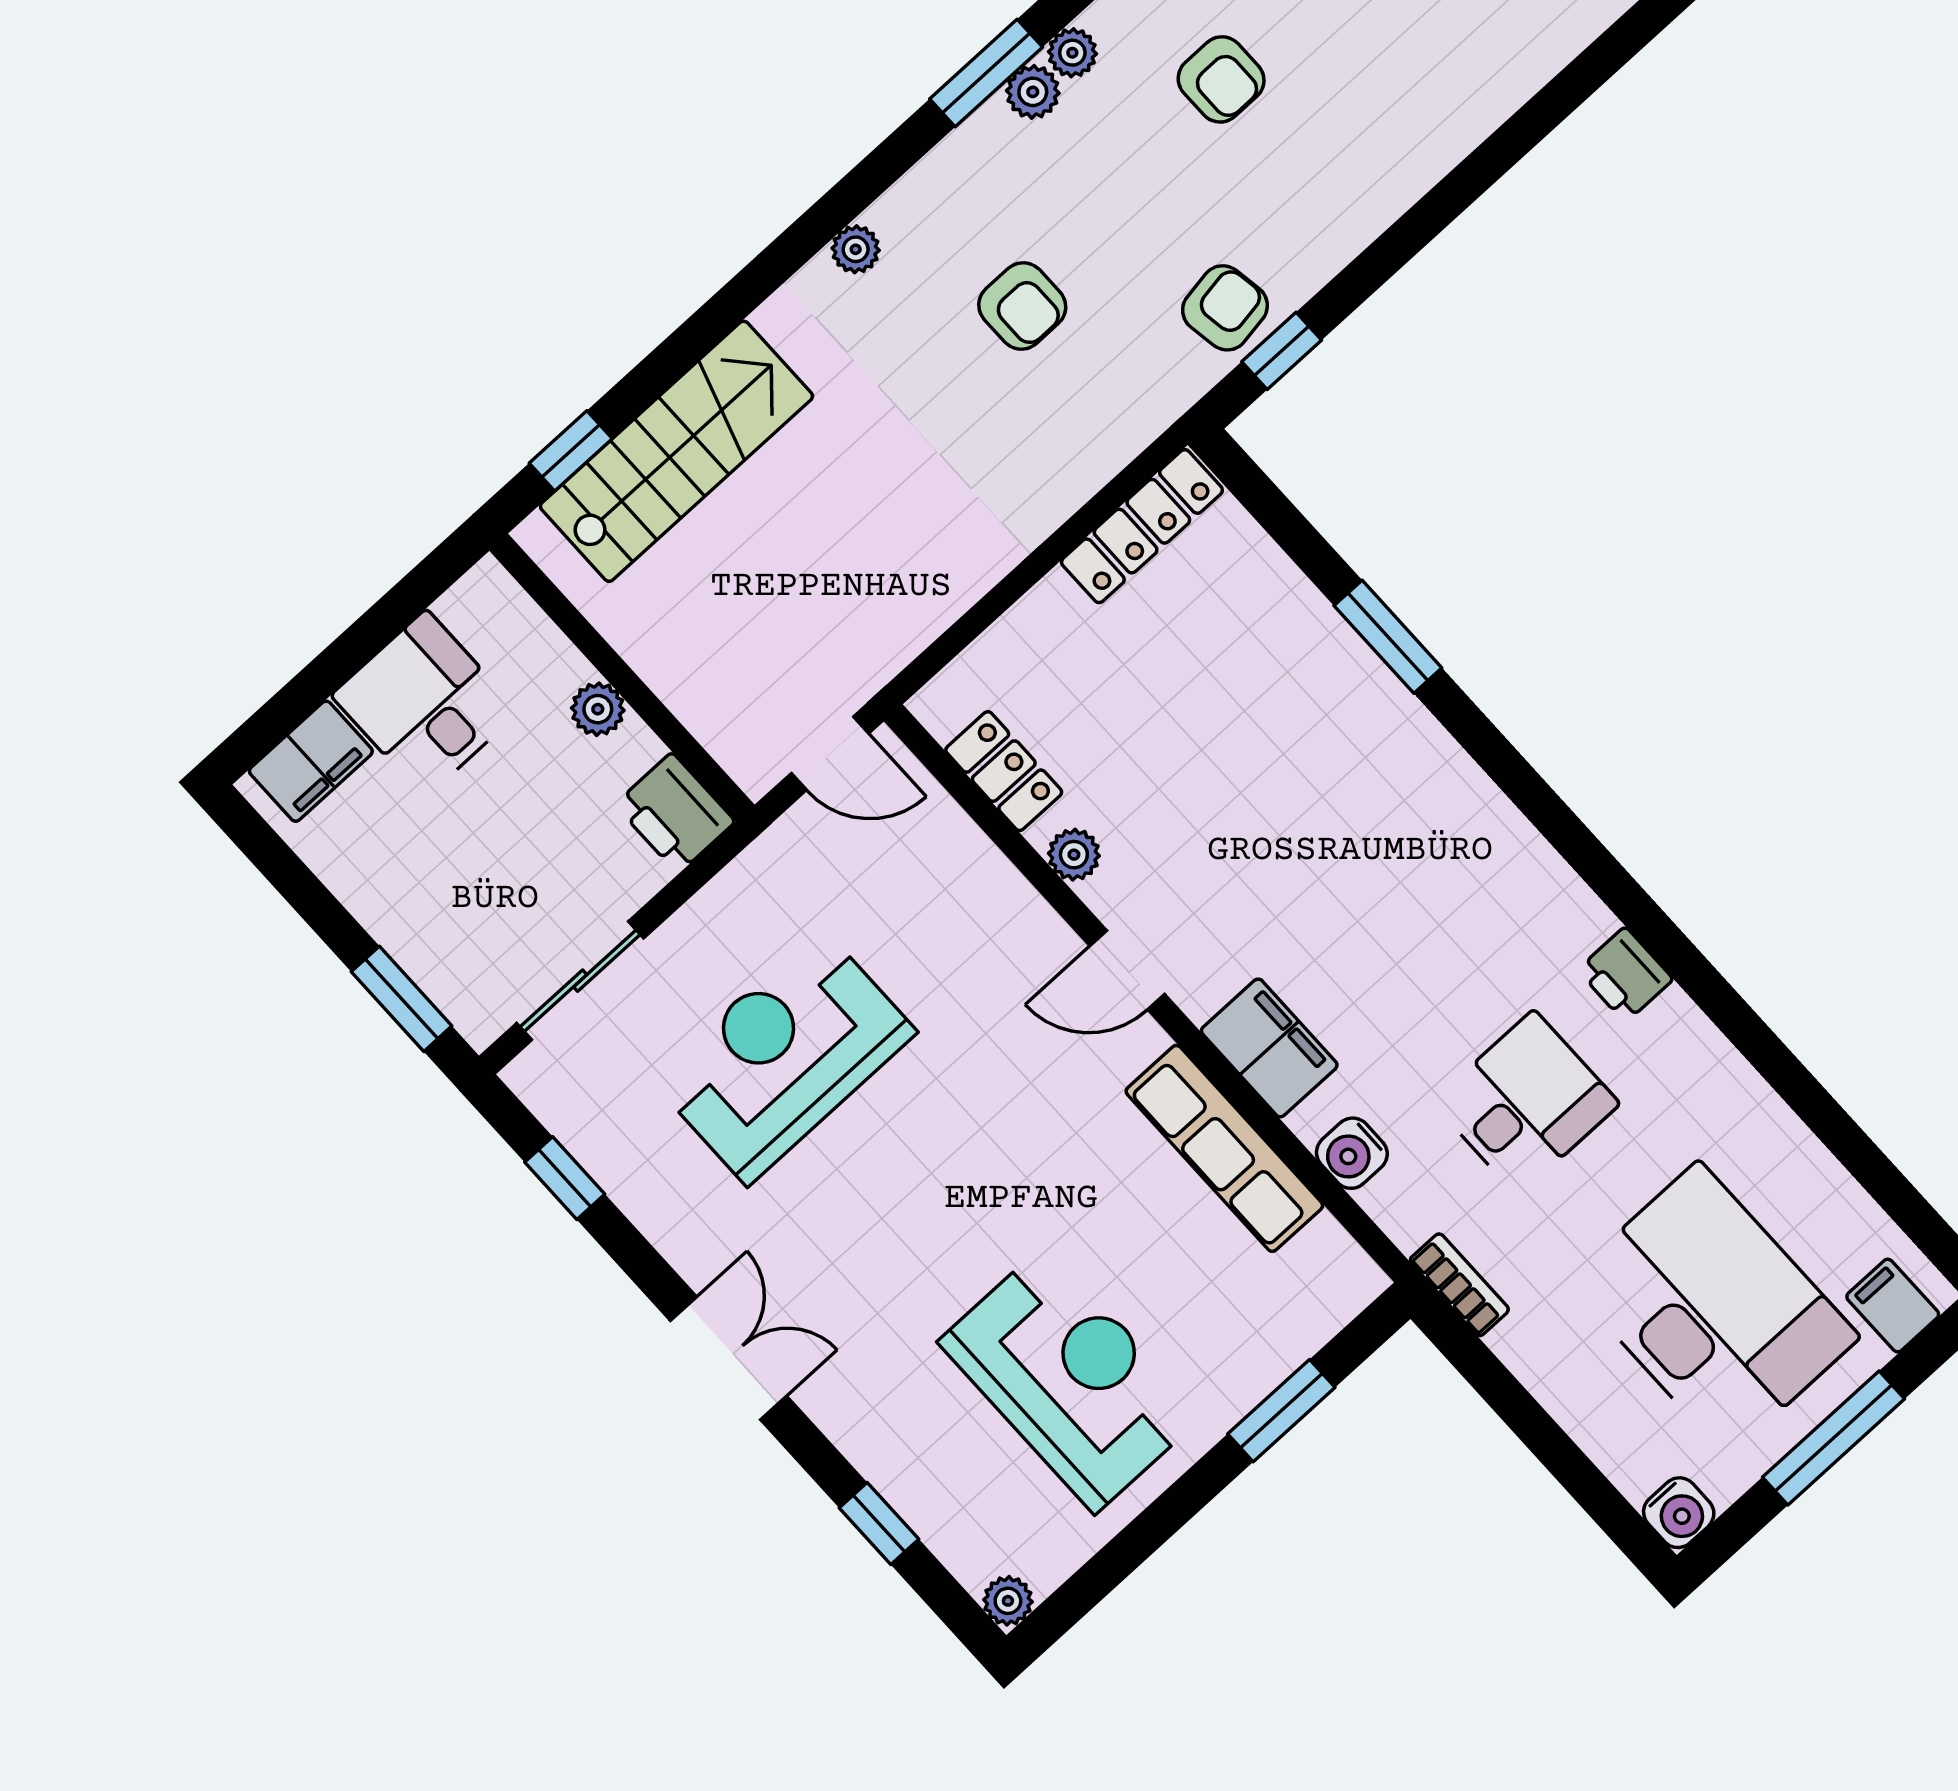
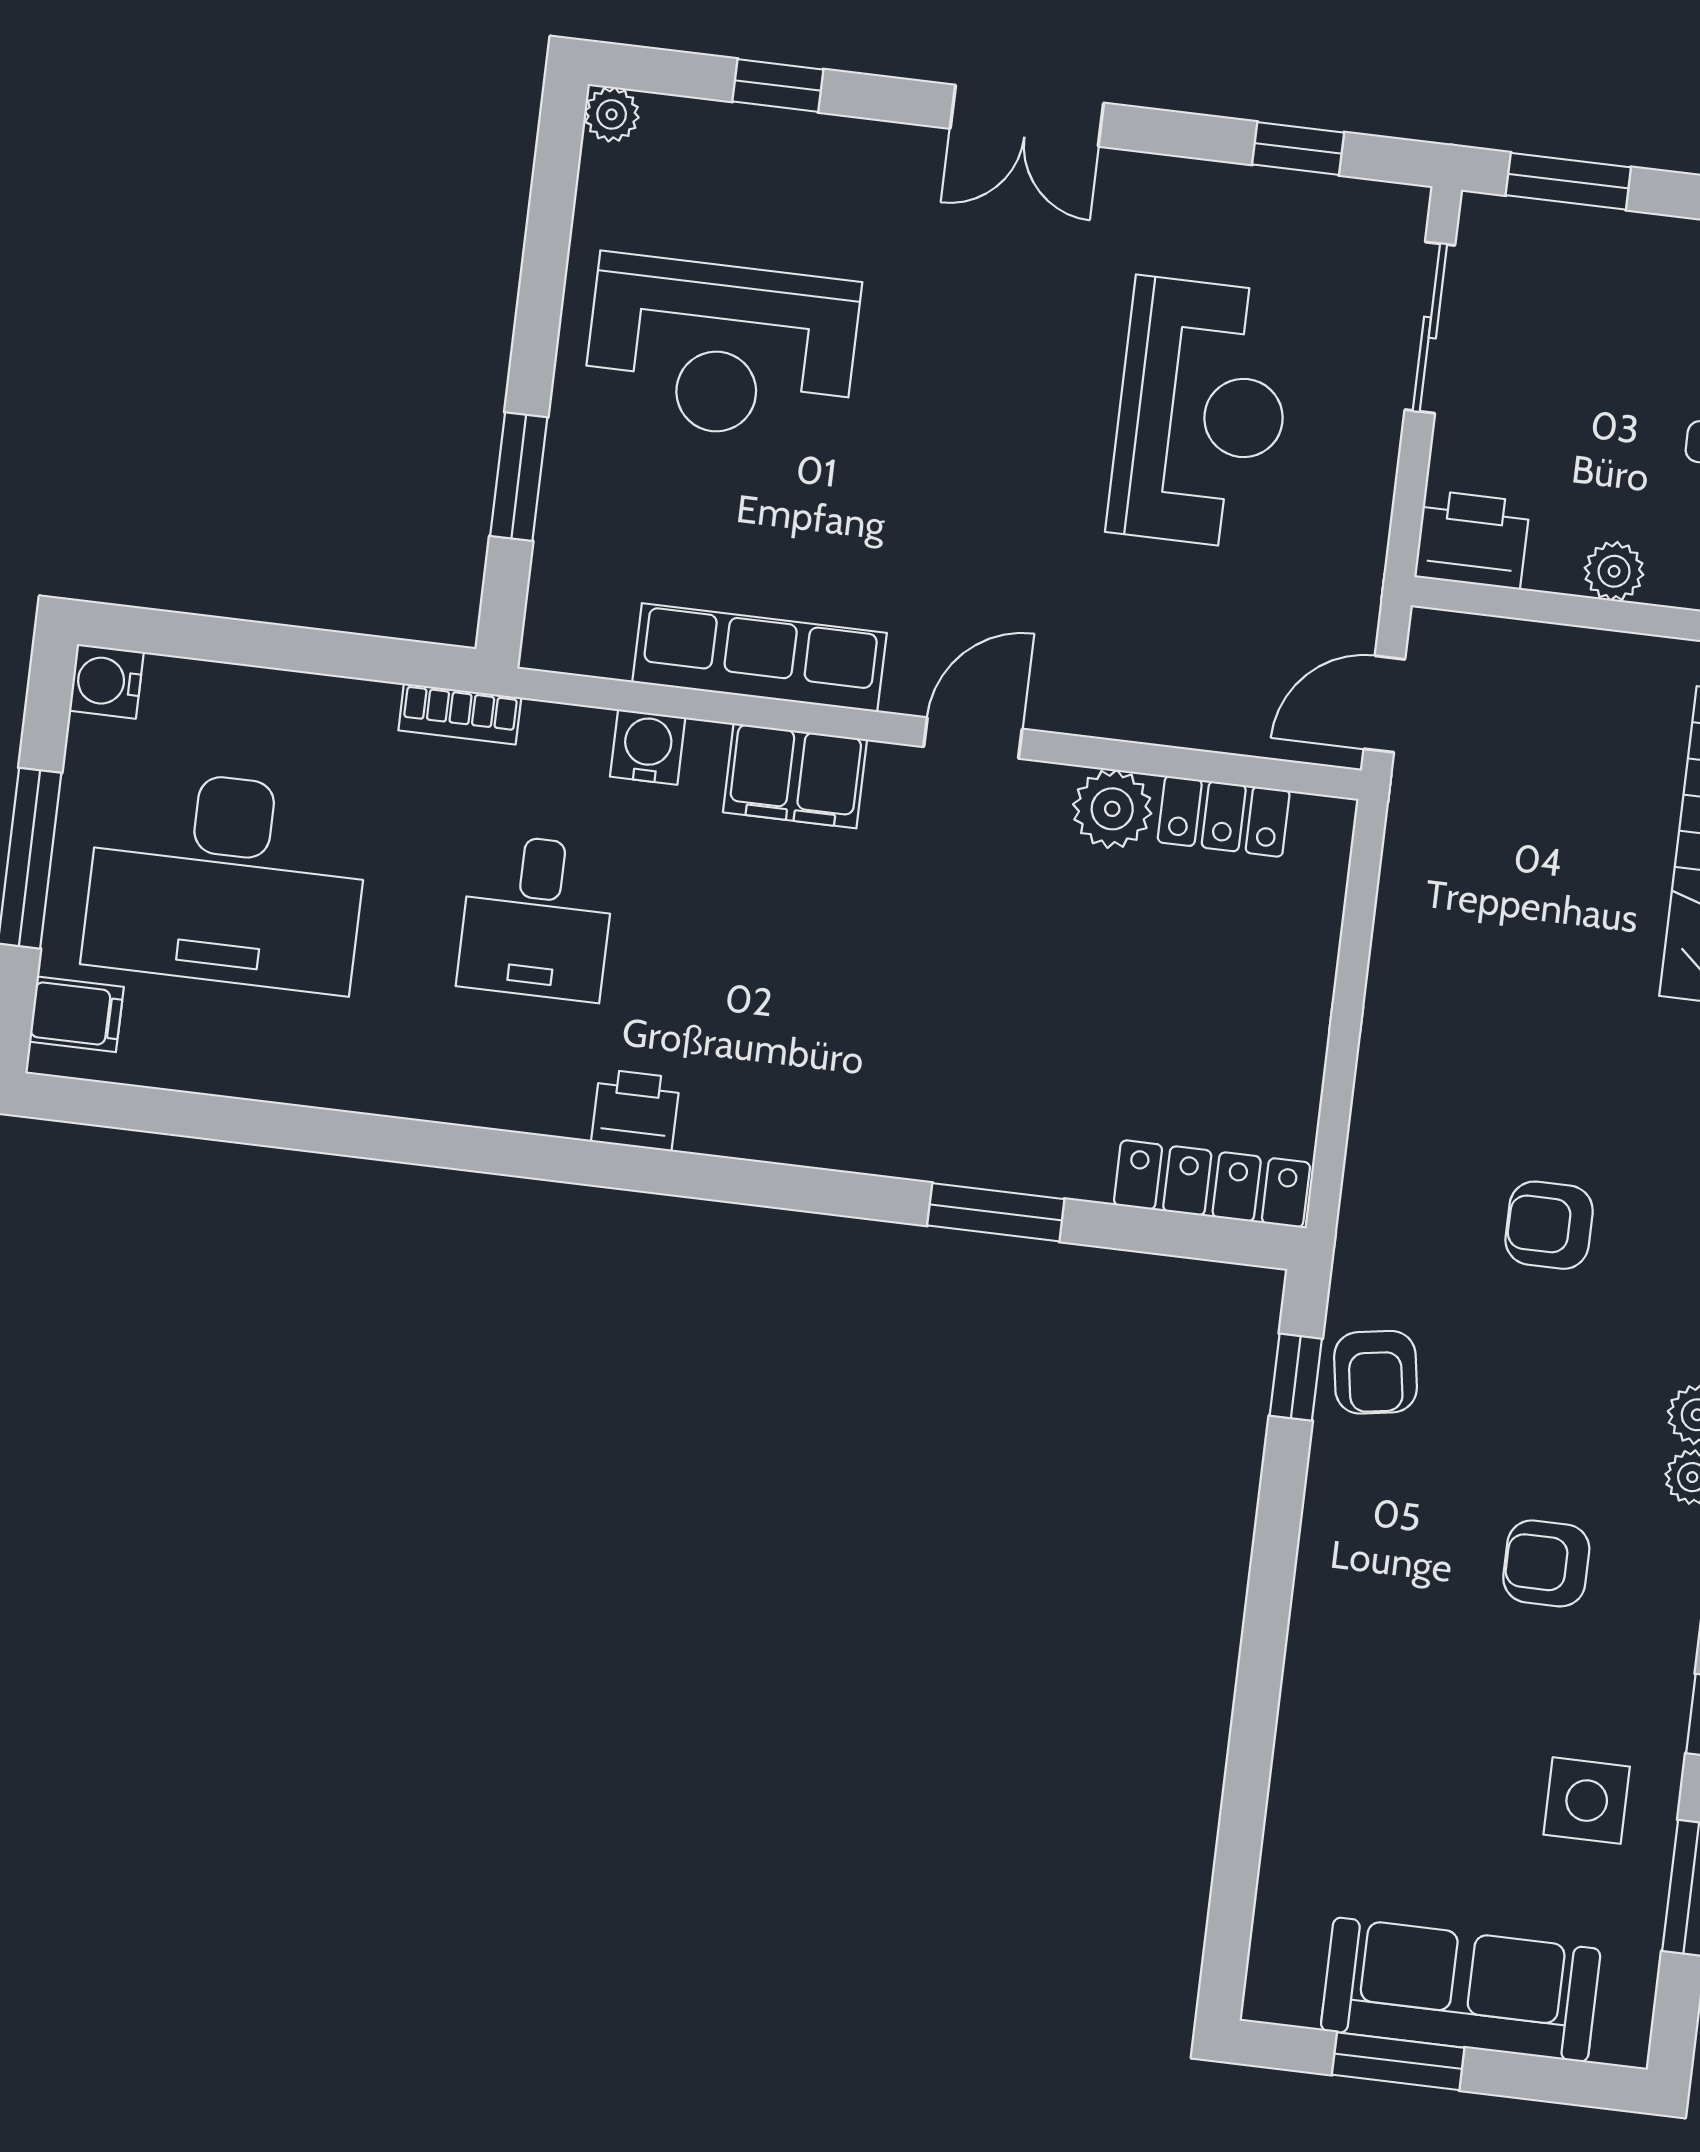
locker: (1142, 526) -> (1212, 1184), moved, turned 90
plant: (1074, 855) -> (1112, 809), width x1.38, depth x1.38
printer: (1625, 975) -> (636, 1110), moved

